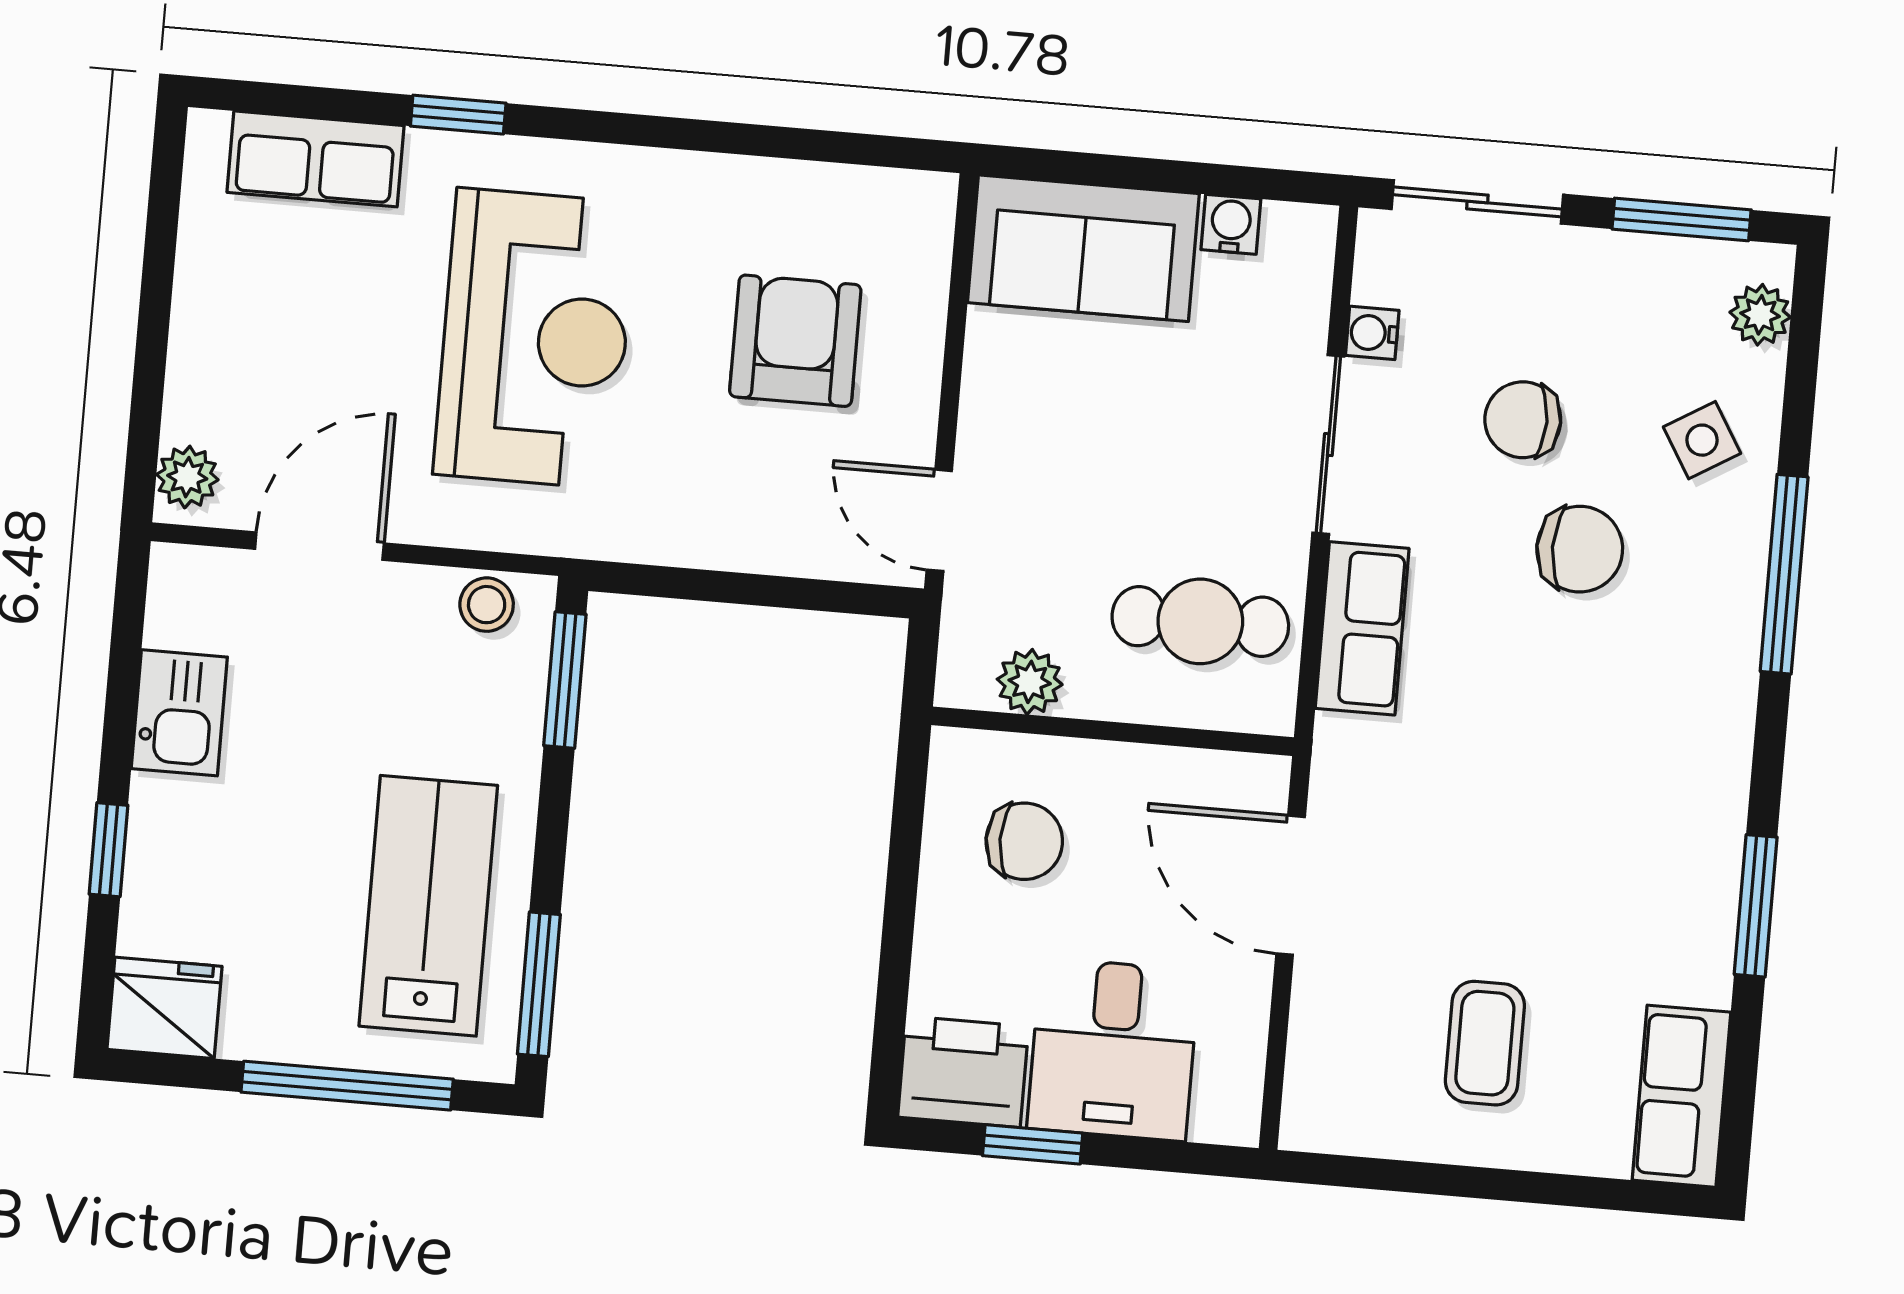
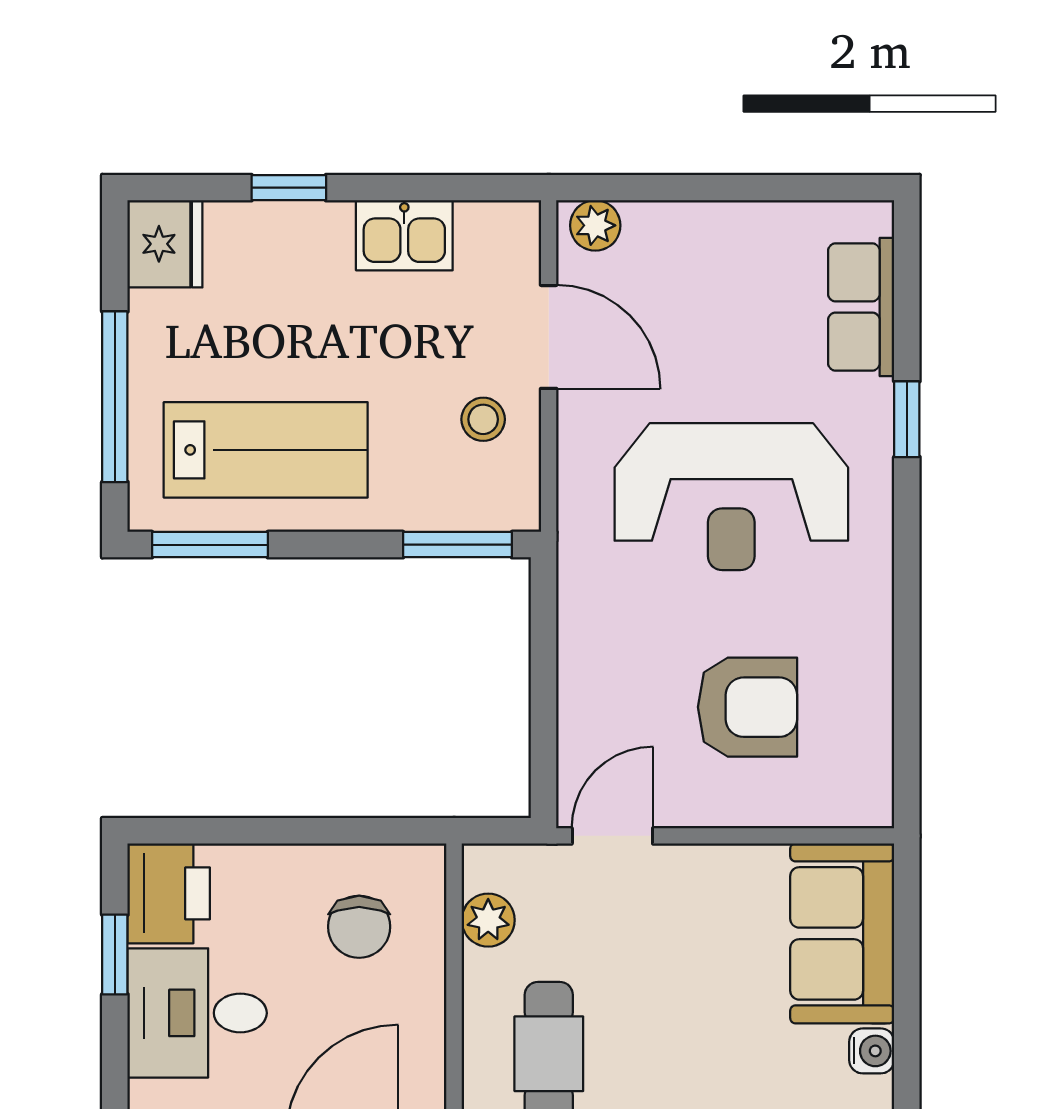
stool: (487, 605) -> (483, 419), moved

